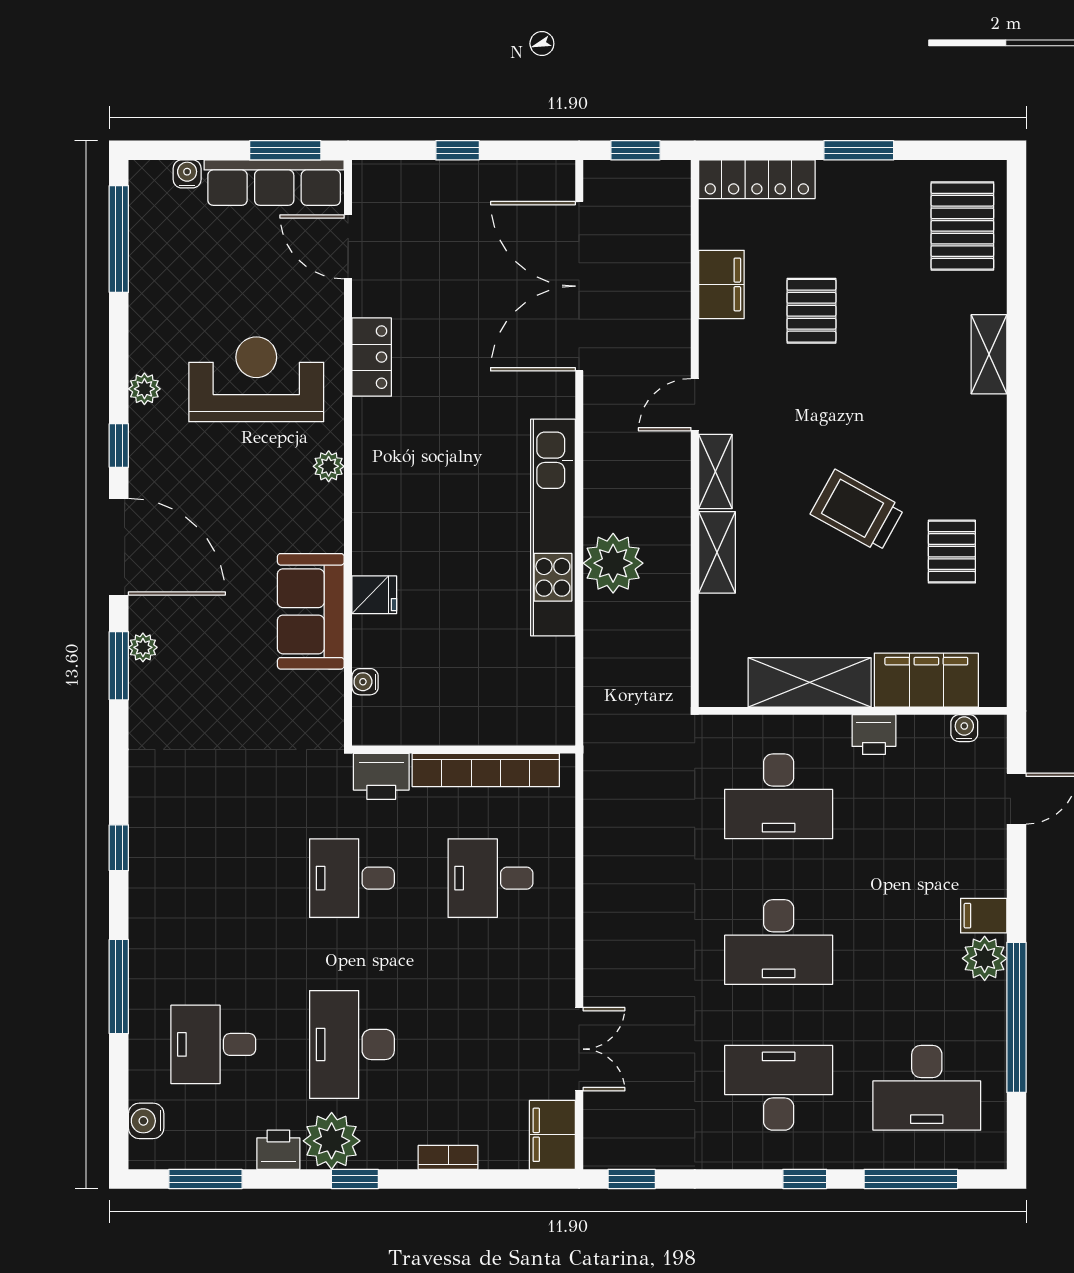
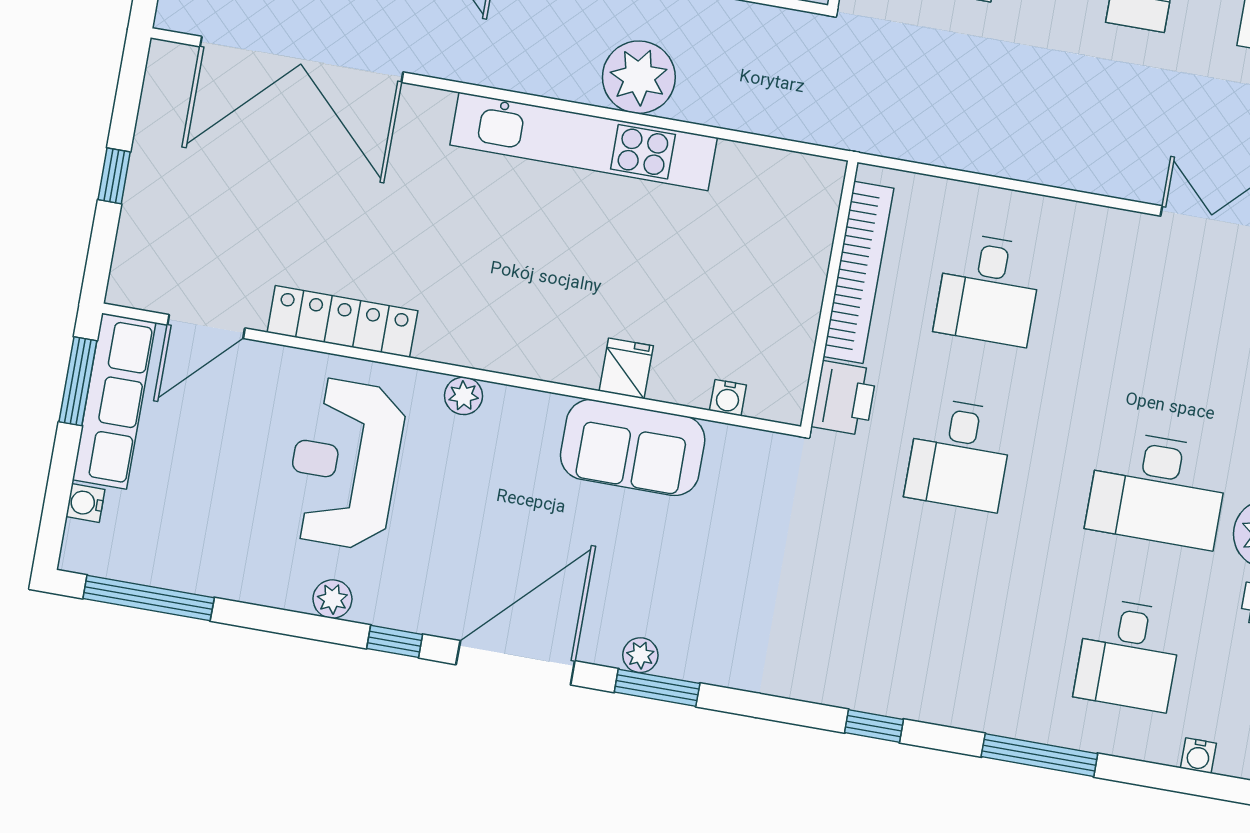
locker: (372, 357) -> (342, 322), width x1.53
water cooler: (146, 1121) -> (1198, 756), width x0.72, depth x0.72

